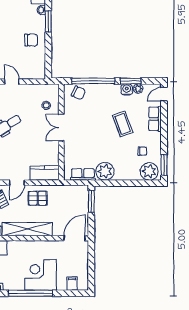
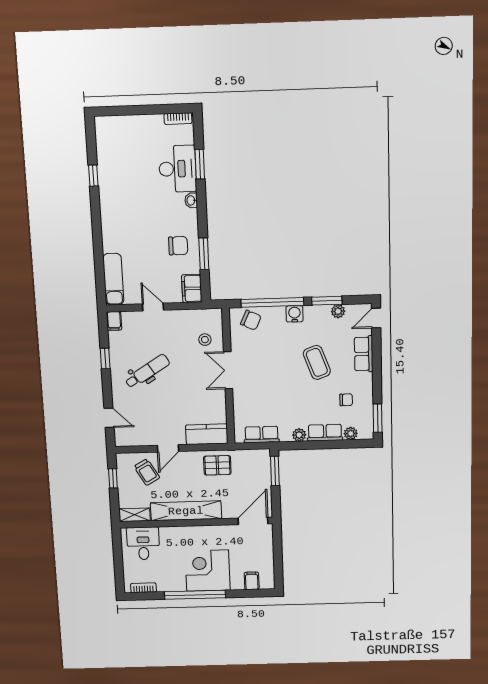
window: (48, 21) -> (204, 254), moved
filing cabinet: (39, 70) -> (192, 288), added
water cooler: (127, 89) -> (294, 314), moved
plant: (105, 171) -> (299, 435), width x0.53, depth x0.53
plant: (149, 171) -> (351, 433), width x0.53, depth x0.53
row of seats: (127, 174) -> (325, 433), added
pallet: (38, 198) -> (217, 465), moved

